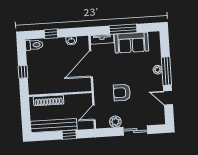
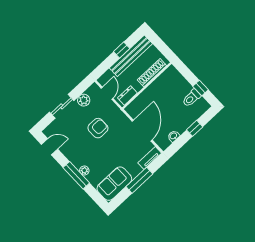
sofa: (131, 43) -> (114, 184), moved
toilet: (34, 45) -> (191, 98), moved
window: (23, 72) -> (201, 88), moved
door: (168, 98) -> (49, 147), moved
dresser: (80, 99) -> (127, 95), added
window: (69, 135) -> (122, 50), moved

